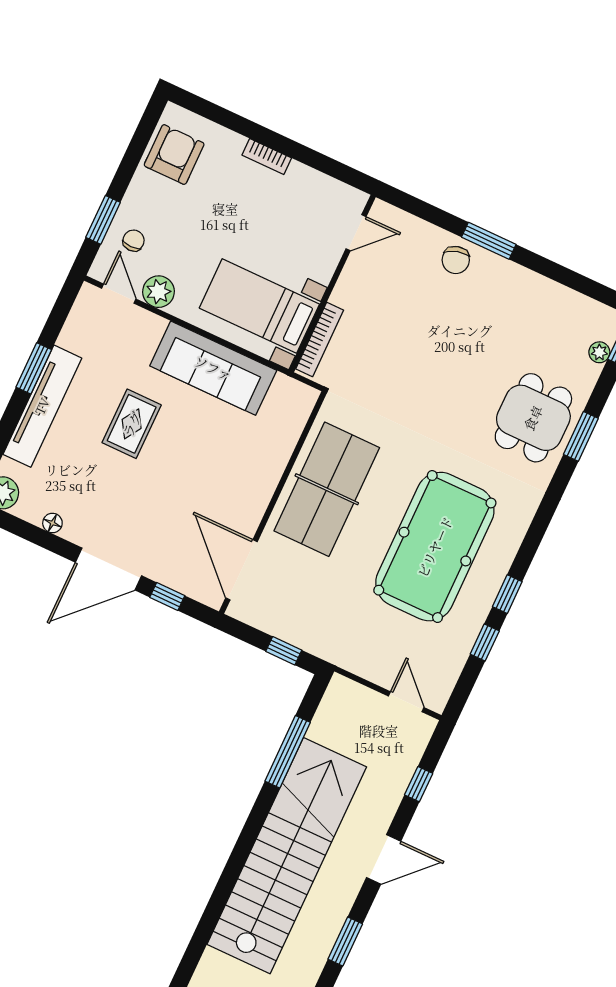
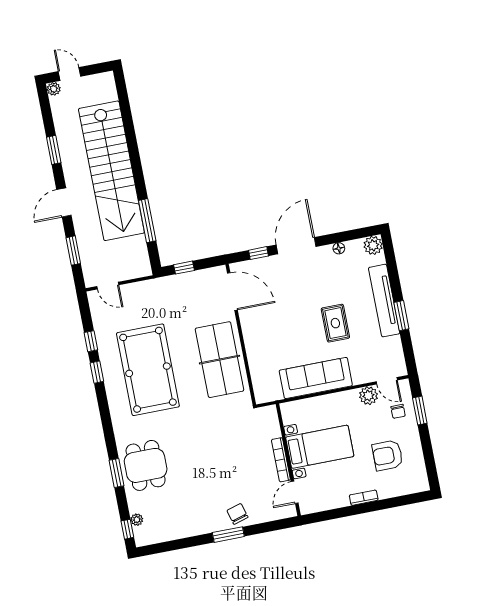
armchair: (174, 154) -> (387, 455), moved, turned 90
bed with nightstands: (259, 306) -> (320, 447), moved
bookcase: (320, 339) -> (281, 460), moved
window: (419, 784) -> (73, 251), width x1.50

